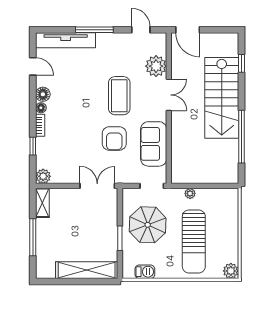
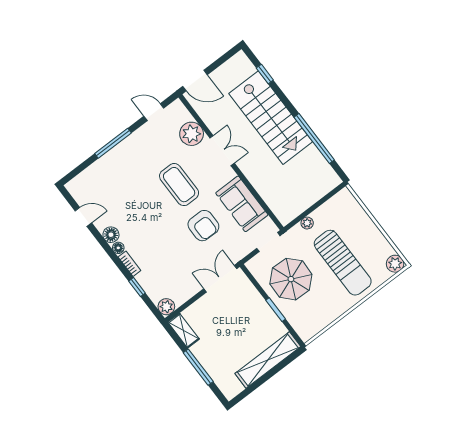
tv unit: (66, 40) -> (95, 172), removed
barbecue: (145, 272) -> (320, 322), removed

